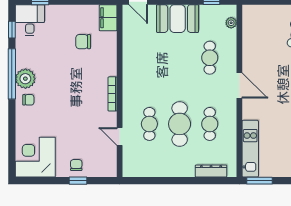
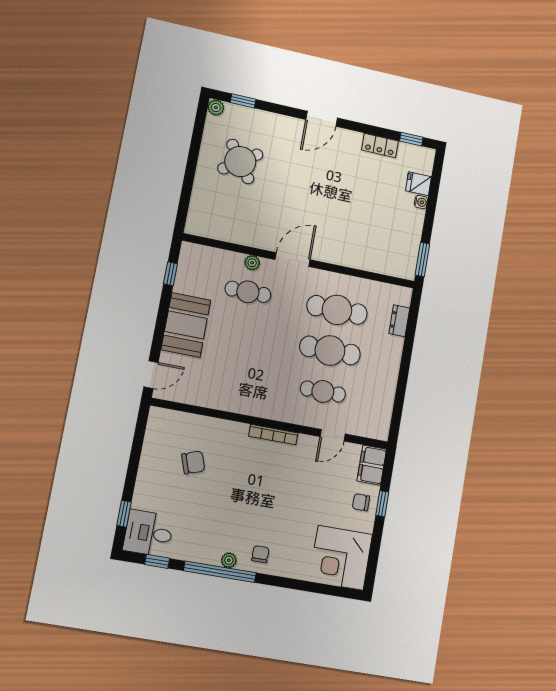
filing cabinet: (108, 18) -> (372, 465), moved, turned 90
plant: (231, 23) -> (252, 263), moved
chair: (83, 42) -> (193, 462), turned -109
plant: (25, 79) -> (229, 560), width x0.53, depth x0.53
cafe table: (210, 124) -> (337, 310), width x1.37, depth x1.35
kitchen unit: (250, 149) -> (379, 263), removed
dresser: (211, 171) -> (399, 321), width x0.70

